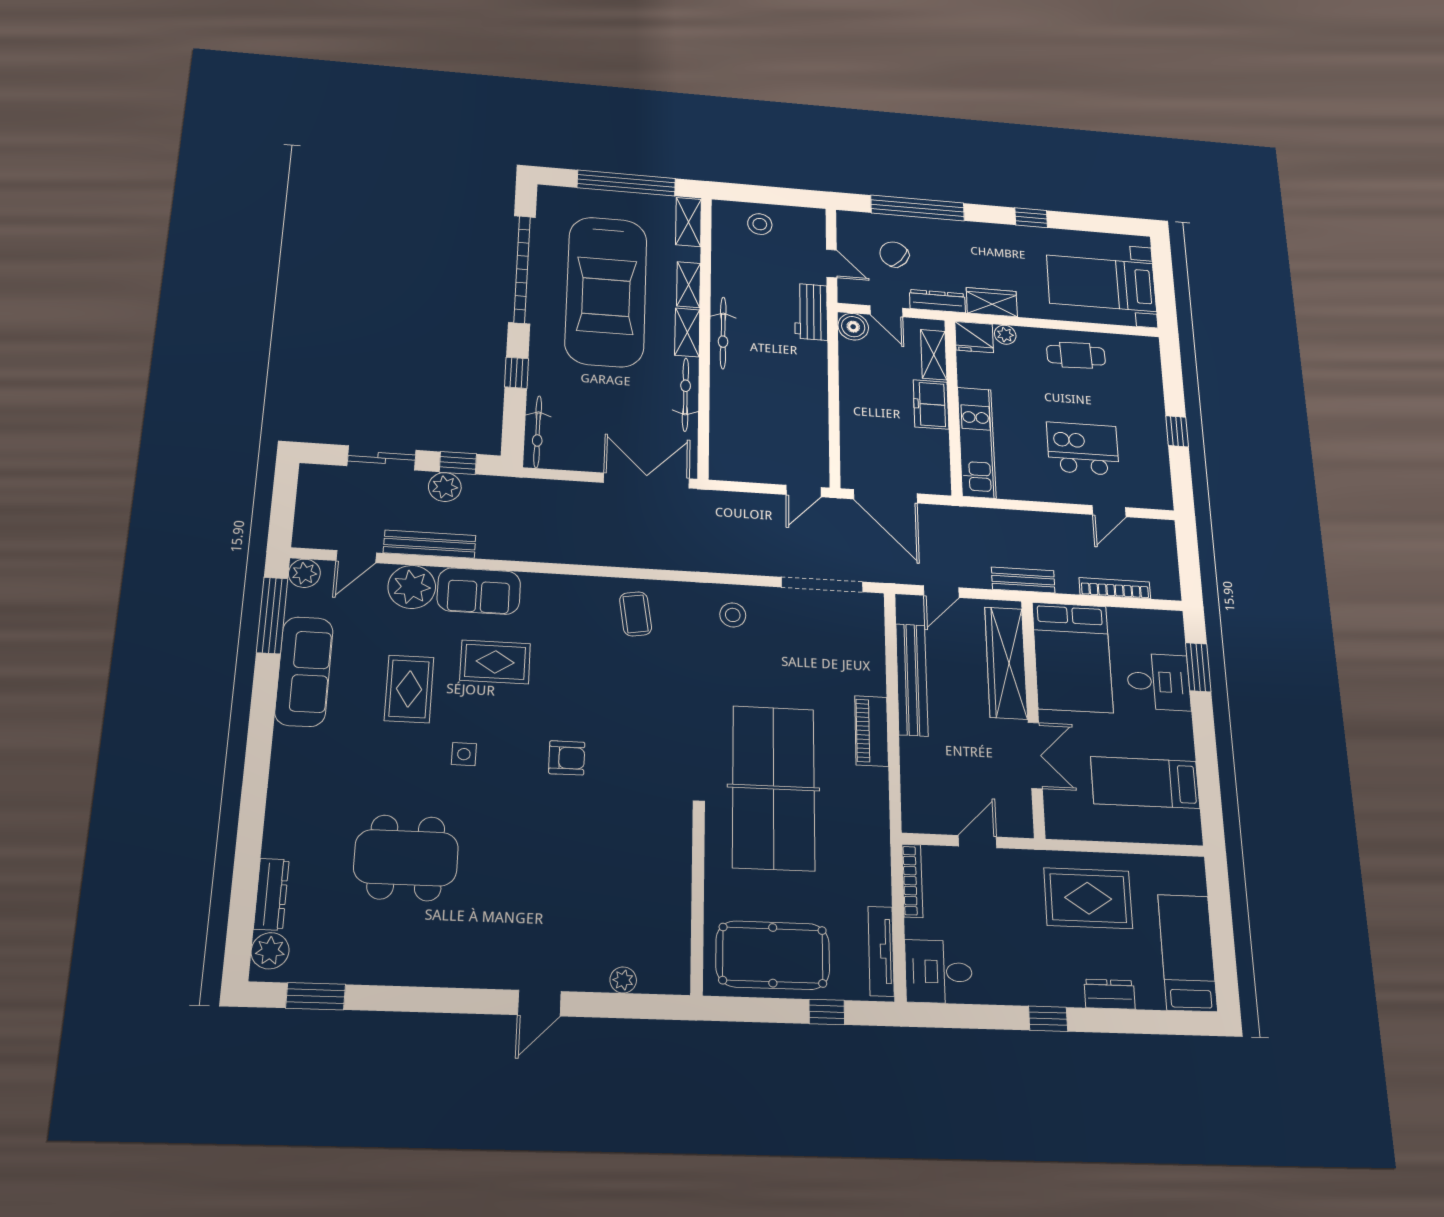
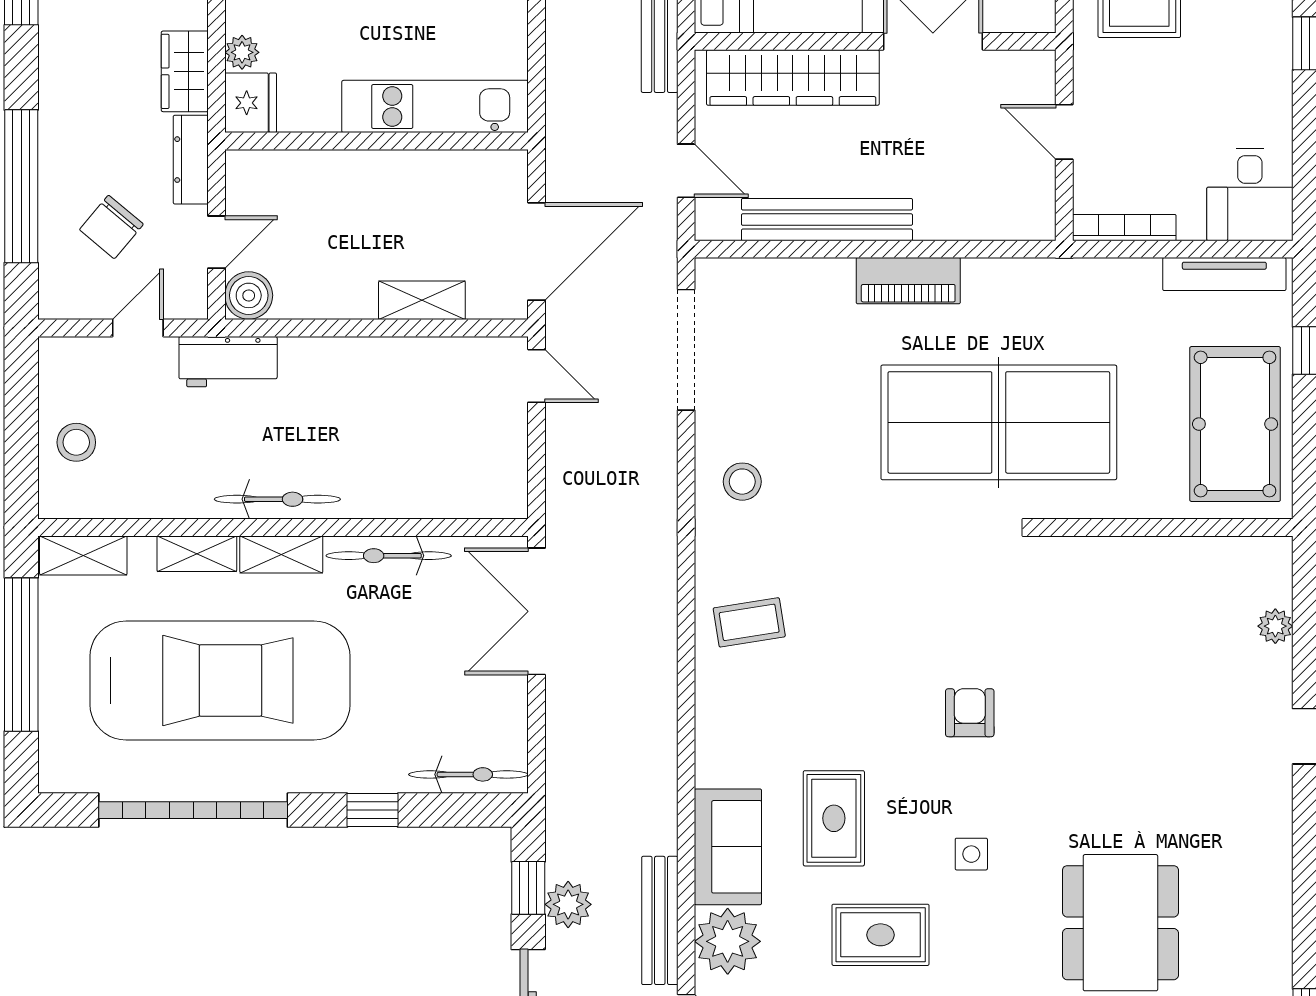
shelving: (934, 355) -> (422, 300), moved
freezer: (931, 404) -> (375, 176), removed

